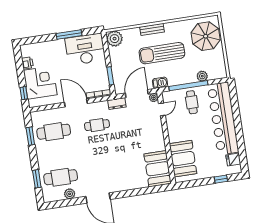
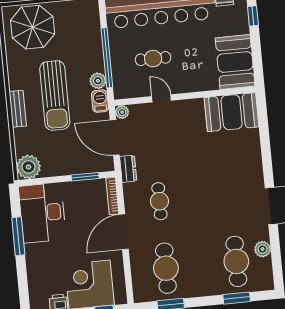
plant: (202, 76) -> (98, 81), moved
cafe table: (192, 102) -> (153, 59), moved
door: (162, 109) -> (162, 98), moved
booth: (183, 159) -> (235, 62), moved, turned 90

